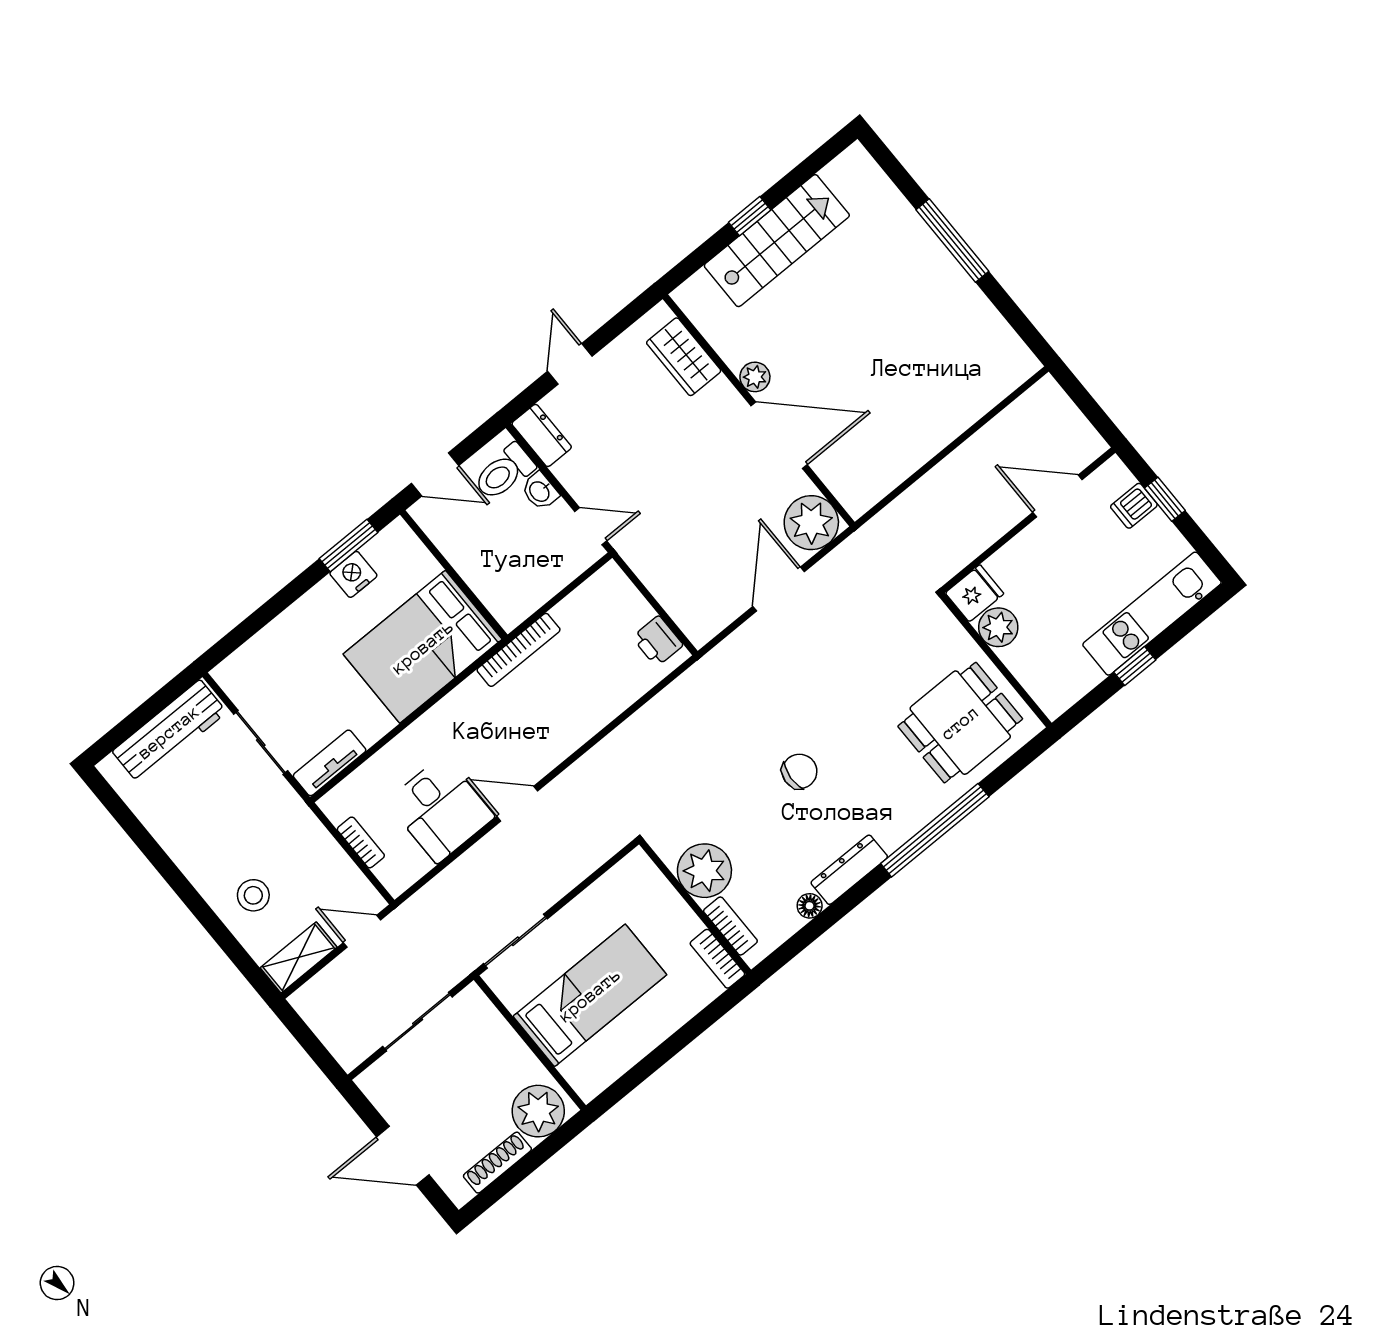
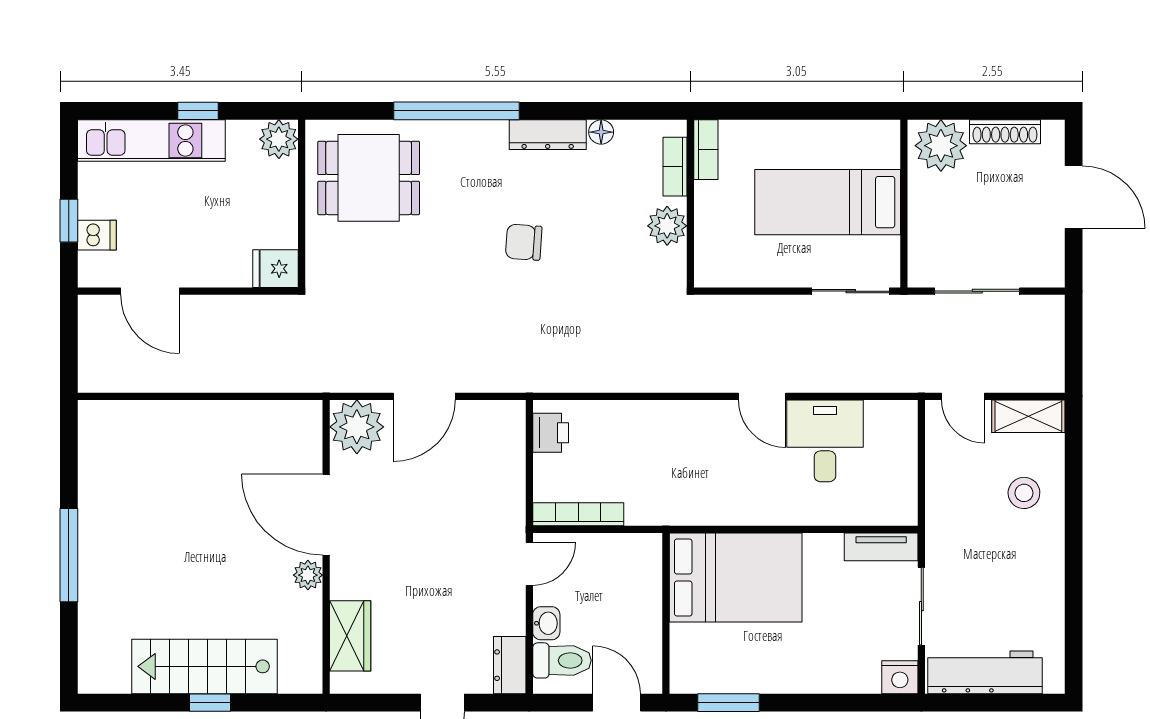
door: (591, 526) -> (529, 564), swing flipped
nightstand: (353, 574) -> (900, 677), moved
plant: (998, 627) -> (279, 139), moved
bookcase: (519, 650) -> (578, 514), moved
bookcase: (361, 842) -> (907, 466), removed
plant: (704, 871) -> (667, 226), width x0.73, depth x0.73

